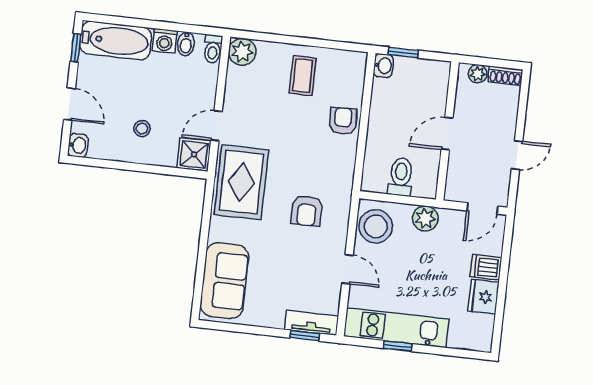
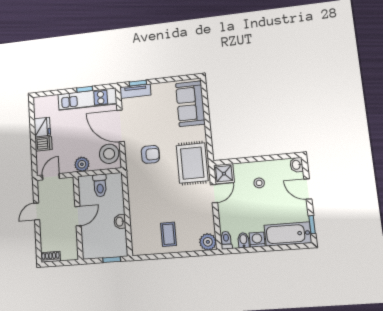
washbasin: (383, 66) -> (120, 222), moved
plant: (478, 74) -> (67, 255), removed
armchair: (343, 121) -> (139, 212), removed
armchair: (307, 211) -> (150, 154), turned 90
door: (347, 269) -> (121, 126), width x1.87

